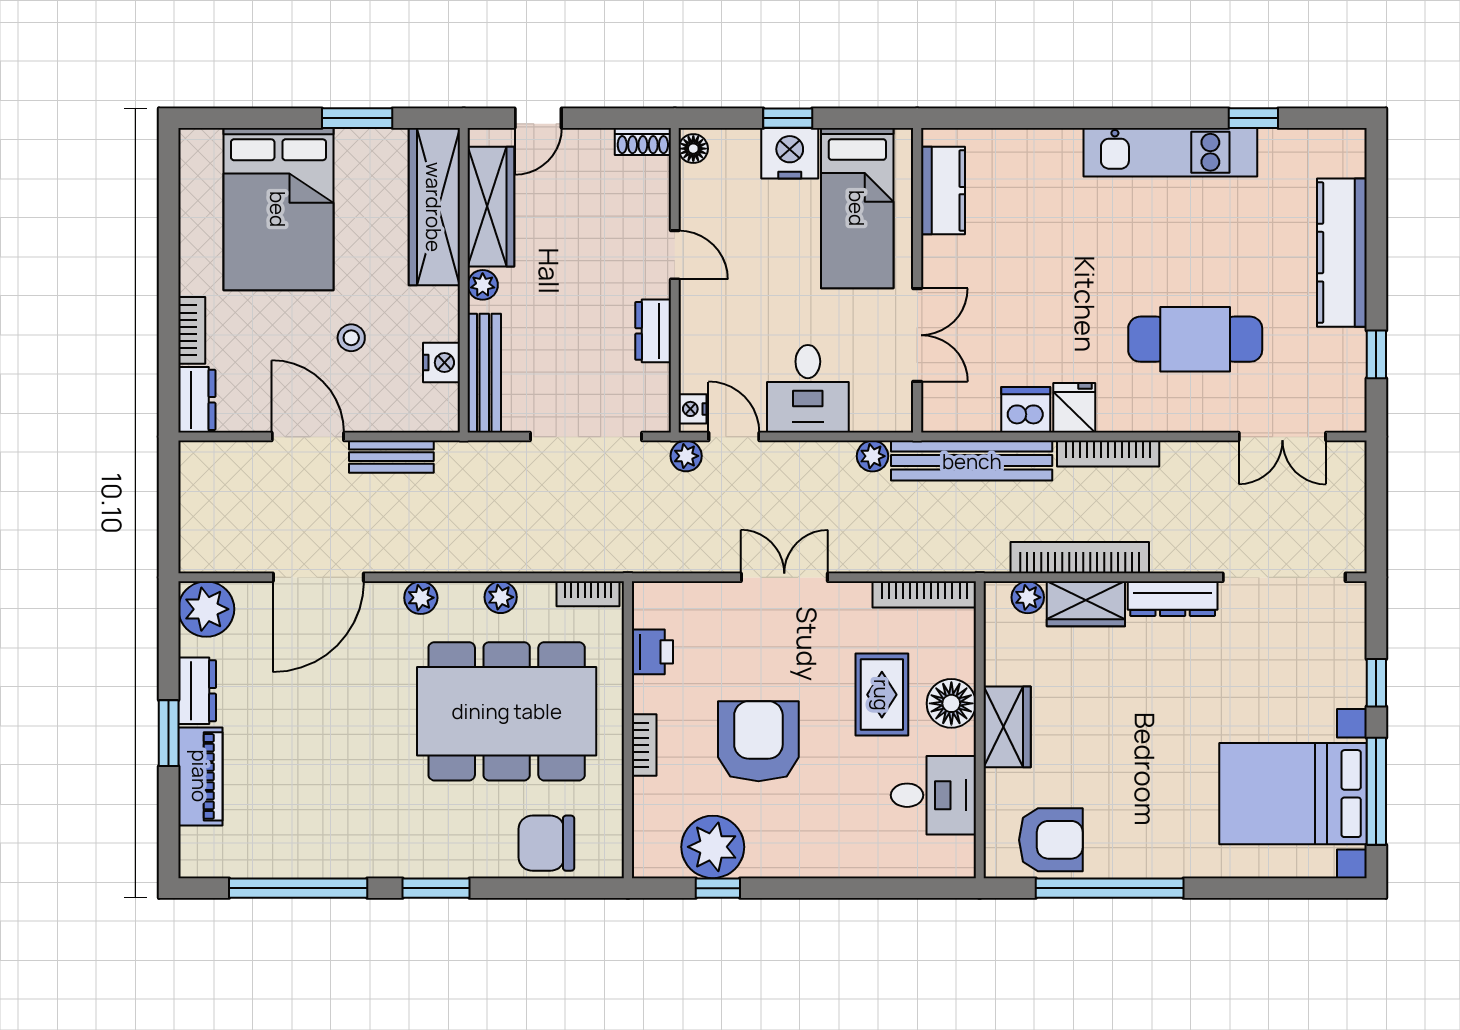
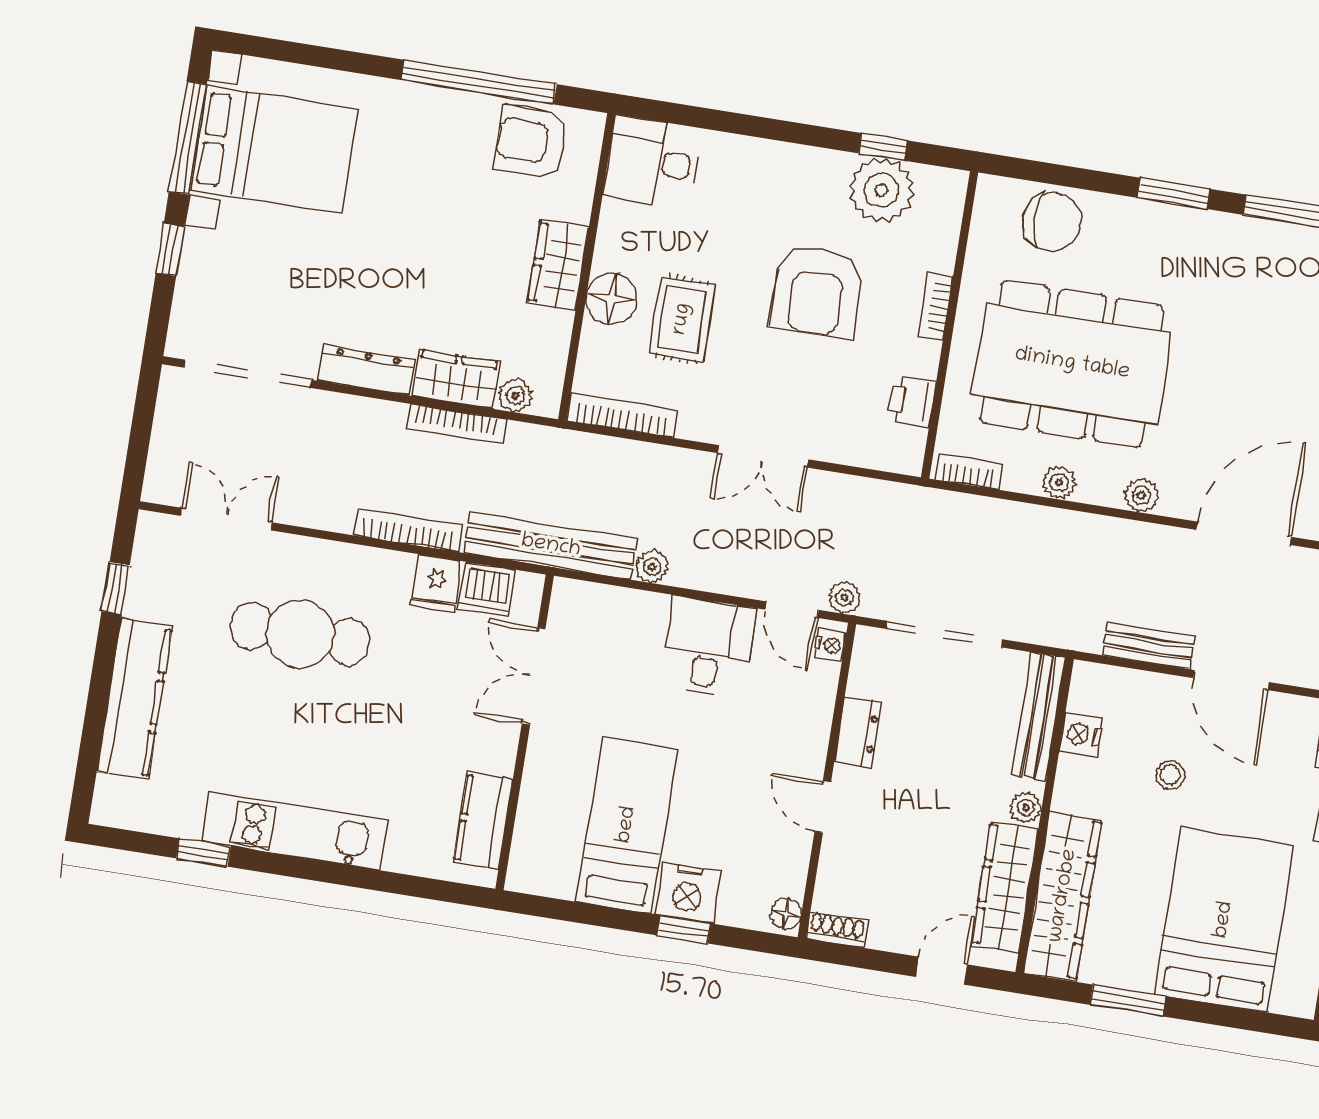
kitchen counter: (943, 191) -> (483, 821), moved
wall: (917, 280) -> (525, 732), moved
double door: (917, 335) -> (534, 676), moved
bookcase: (1080, 558) -> (456, 424), width x0.68, depth x0.76
desk: (933, 795) -> (653, 162), moved

